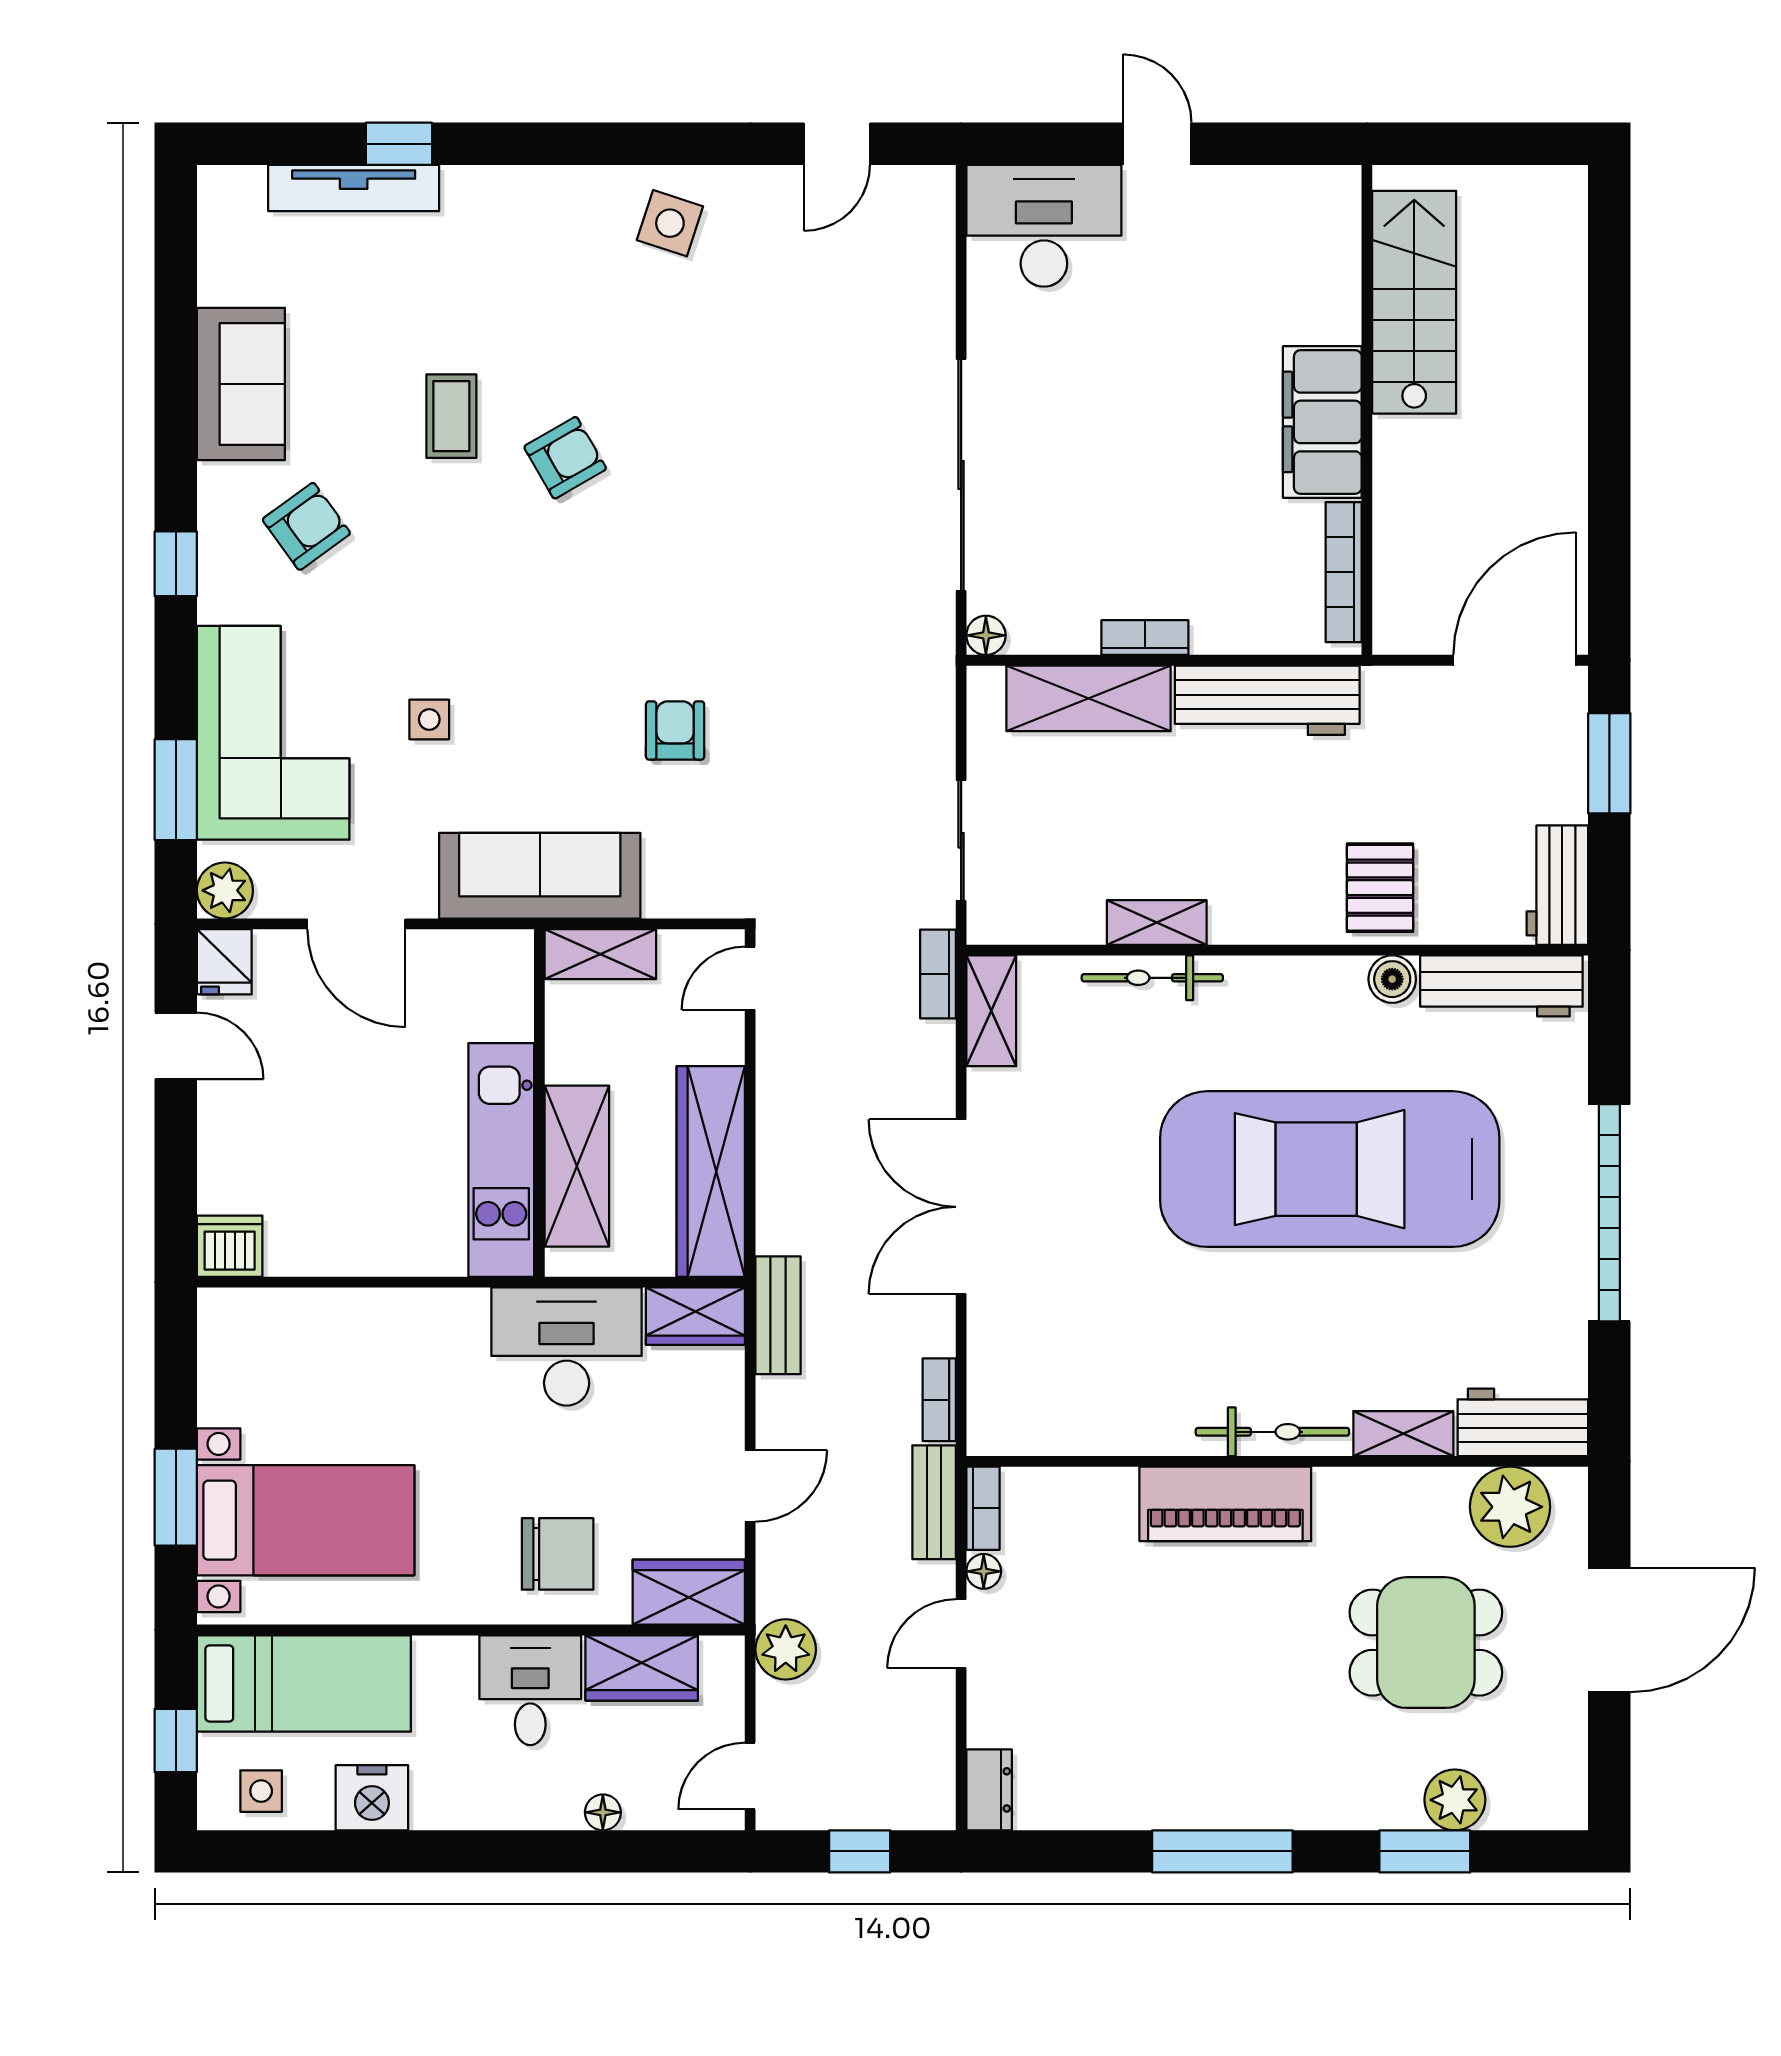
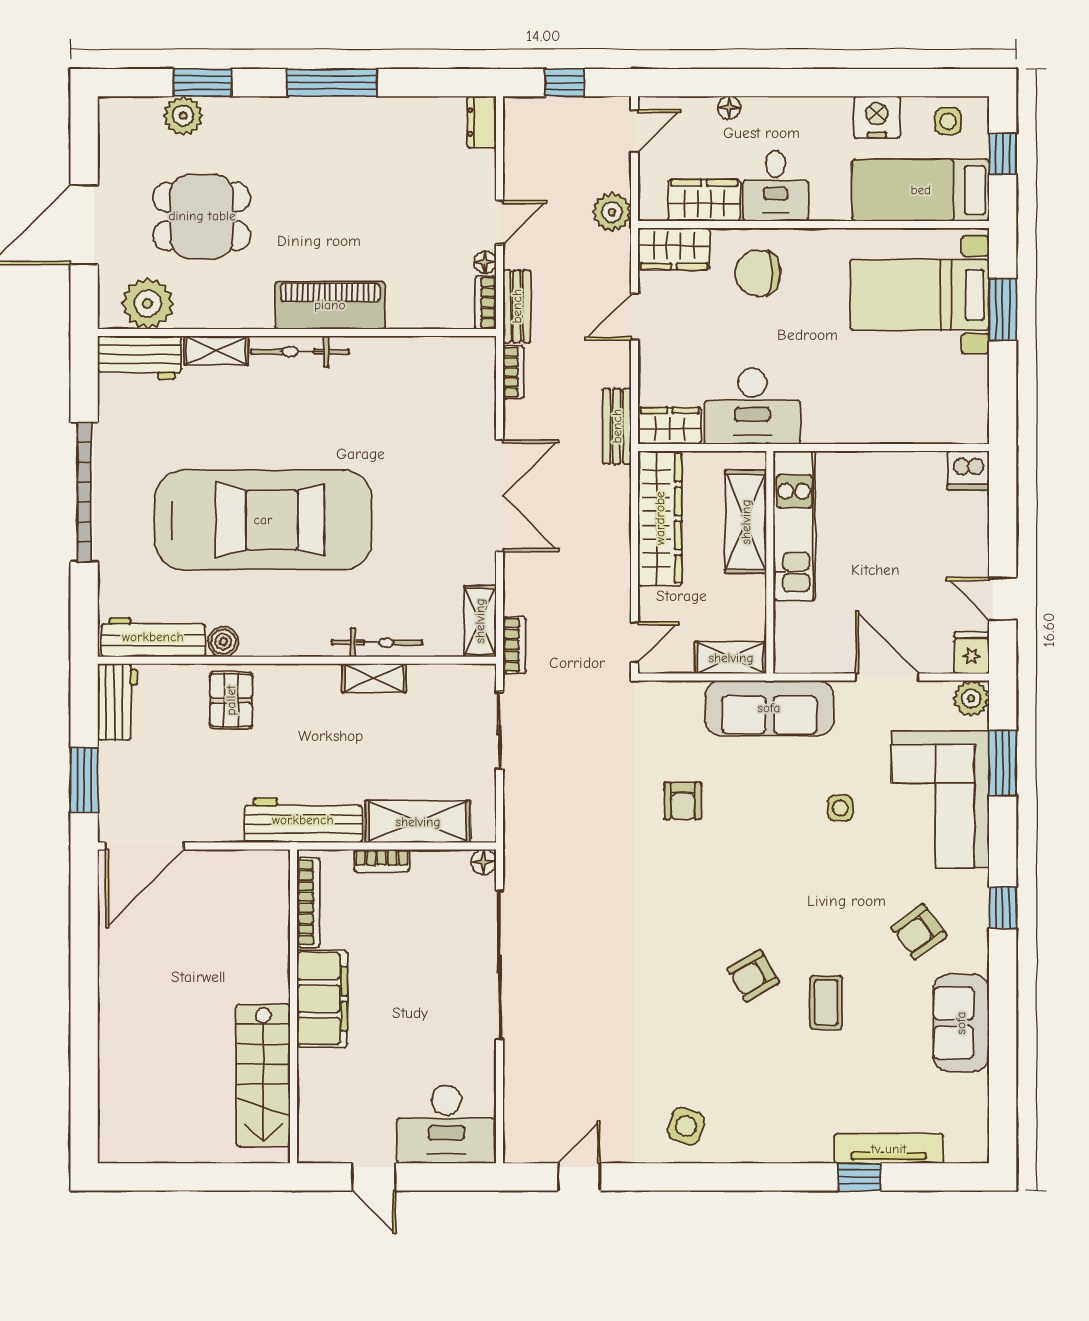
stairs: (1414, 302) -> (263, 1075), moved
wall: (1367, 410) -> (293, 1006), moved
filing cabinet: (1322, 422) -> (322, 999), moved
bookcase: (1344, 572) -> (308, 902), moved

